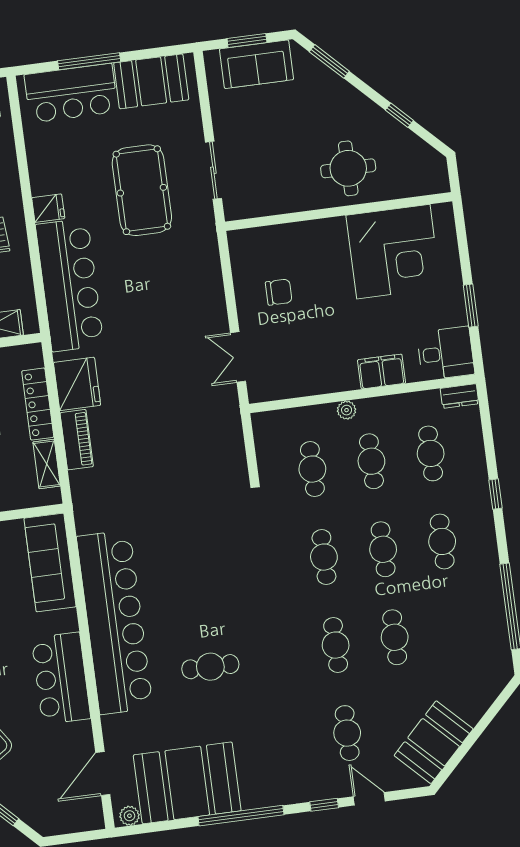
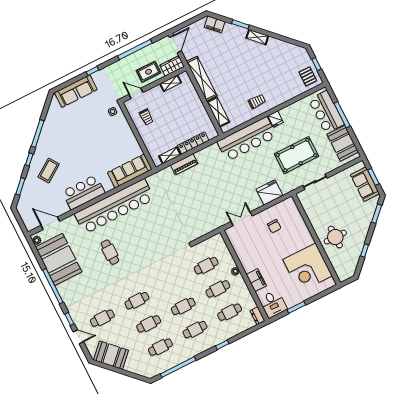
fridge: (77, 384) -> (269, 192), moved, turned 180
cafe table: (324, 557) -> (160, 347), moved
door: (369, 799) -> (78, 337), hinge flipped

